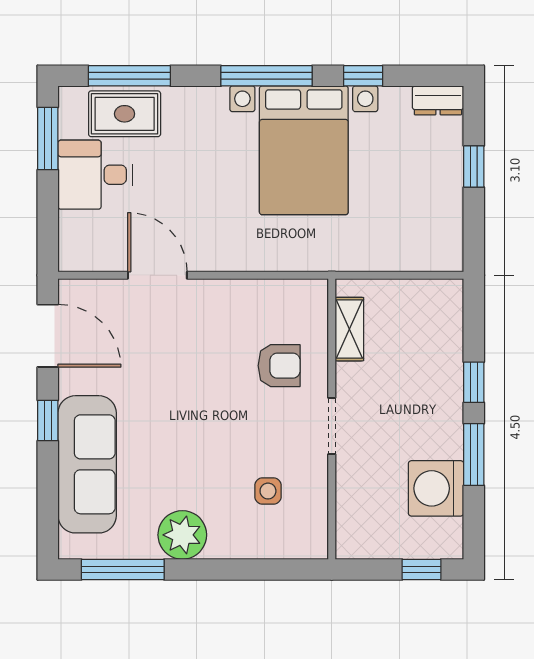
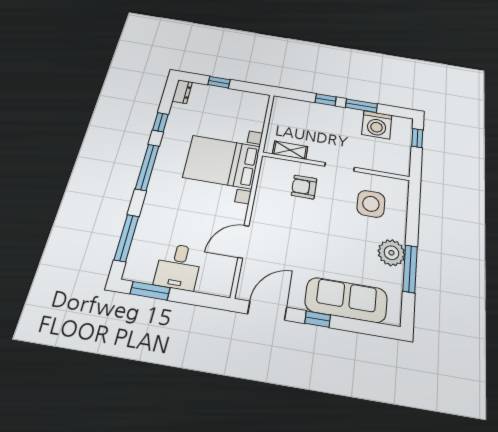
rug: (125, 114) -> (147, 244), removed
bed with nightstands: (304, 150) -> (222, 162), moved, turned 180
armchair: (279, 366) -> (304, 187), turned -90
side table: (268, 491) -> (371, 204), width x1.87, depth x1.87
window: (123, 569) -> (410, 269), moved

